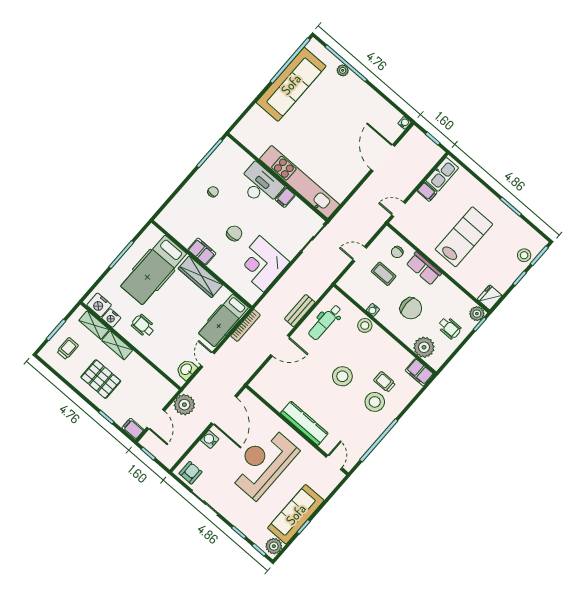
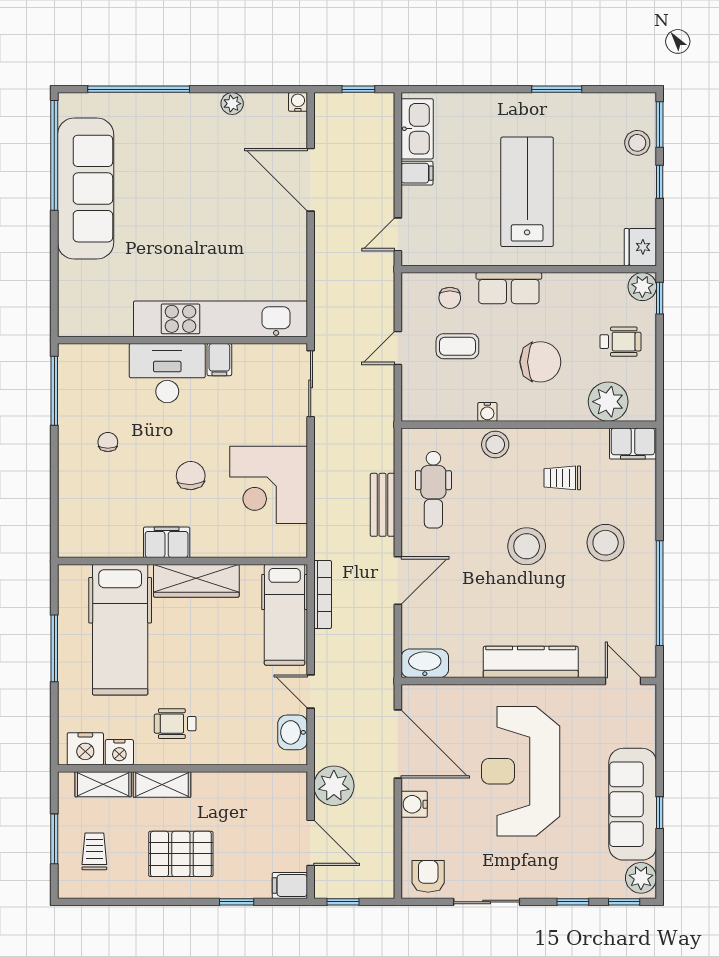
plant: (343, 70) -> (232, 104), moved
trolley: (385, 382) -> (562, 478), moved
washbasin: (262, 388) -> (425, 663), added

